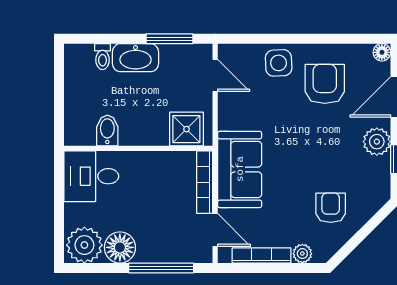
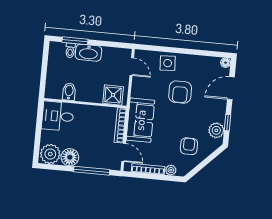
window: (169, 39) -> (75, 41), moved
armchair: (325, 84) -> (180, 92), moved, turned 180
plant: (377, 142) -> (216, 130), moved

